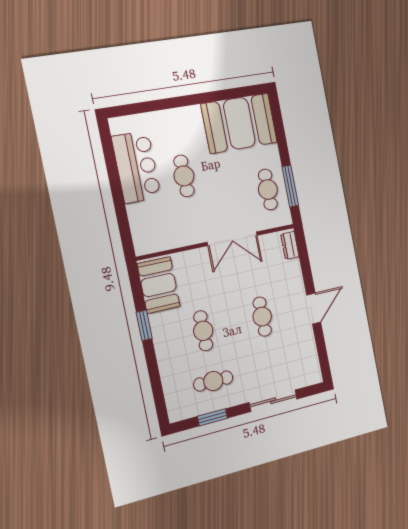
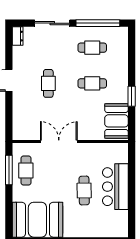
bar counter: (136, 167) -> (115, 187), moved
dresser: (290, 245) -> (18, 36), moved
cafe table: (203, 331) -> (92, 83), turned 90
window: (212, 417) -> (98, 23), width x2.11

